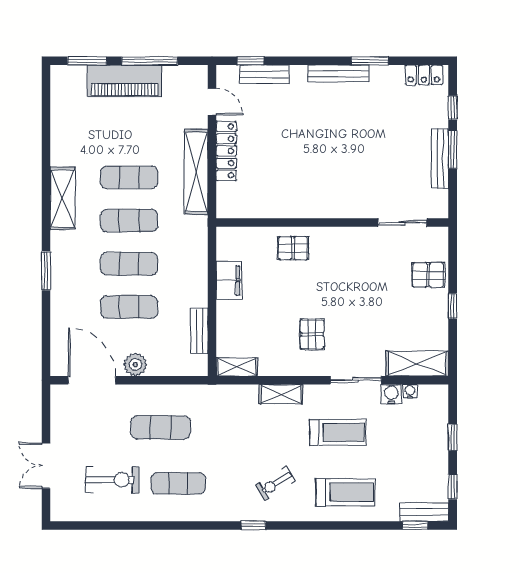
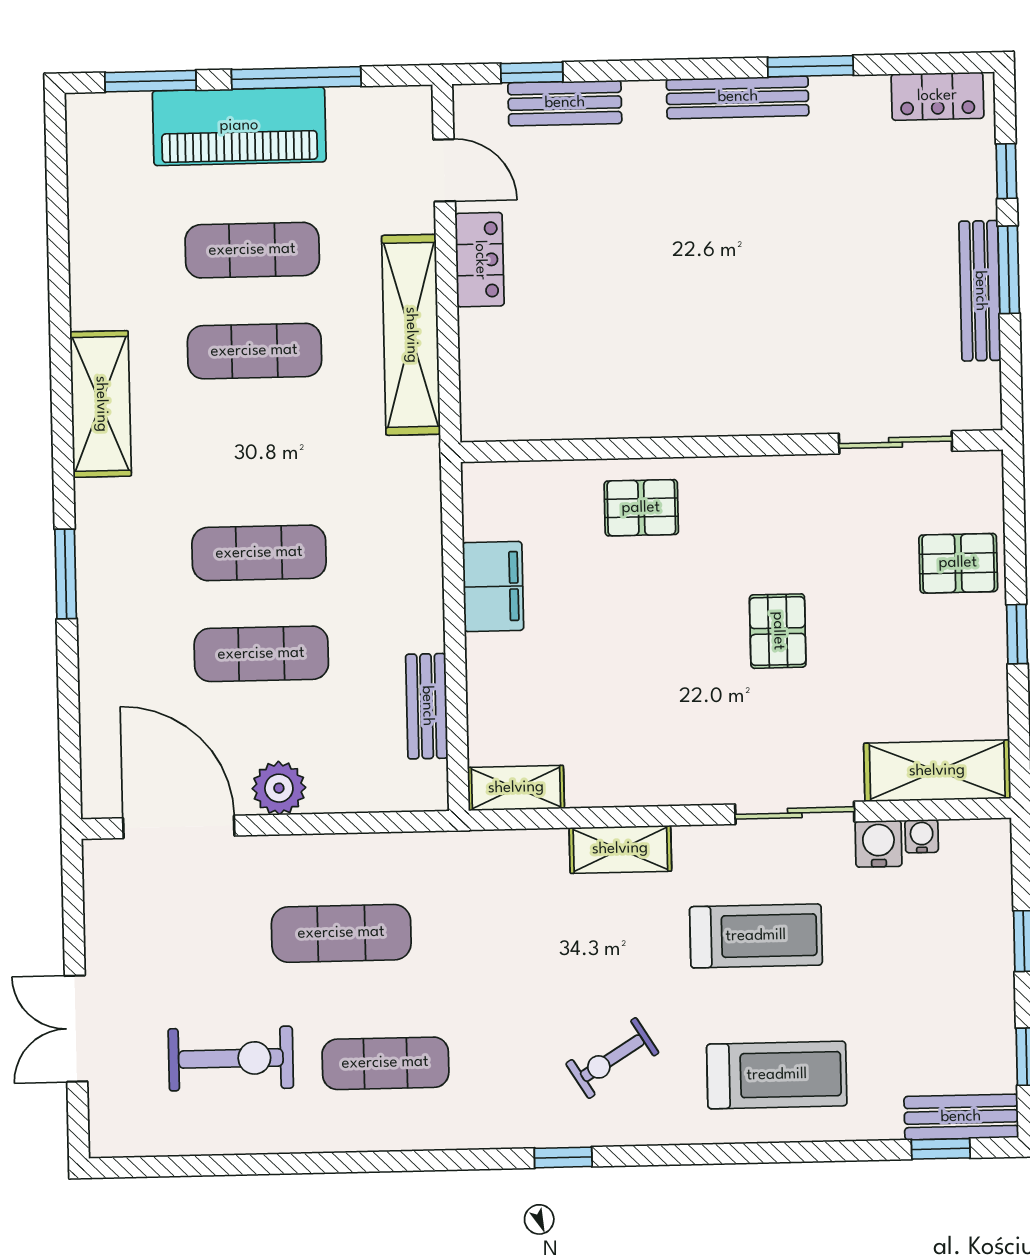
locker: (226, 151) -> (480, 260), width x0.66
exercise mat: (129, 221) -> (252, 250), moved
pallet: (312, 334) -> (778, 631), moved

